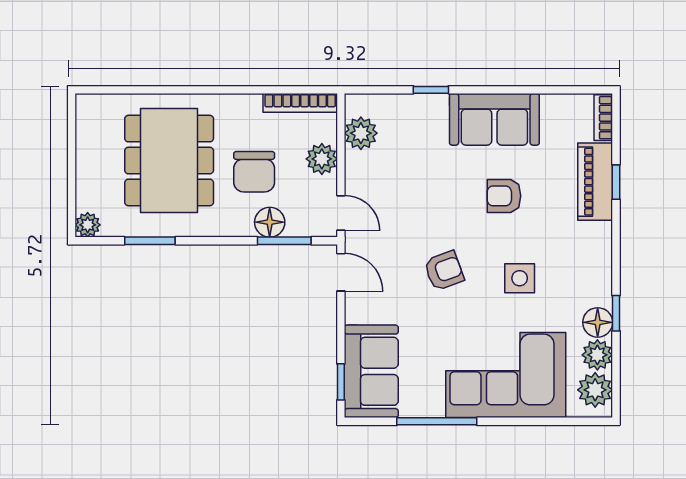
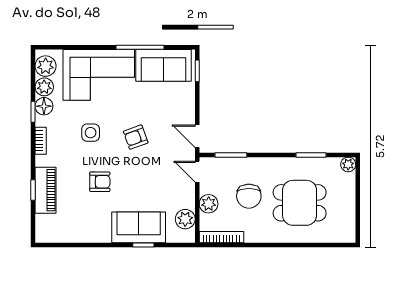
bookcase: (603, 118) -> (41, 141), moved
sofa: (494, 119) -> (139, 227), moved
dining table: (169, 161) -> (300, 203), width x0.73
chair: (254, 172) -> (249, 196), turned 180
floor lamp: (270, 222) -> (240, 166), removed
sofa: (371, 371) -> (164, 65), moved, turned -90

